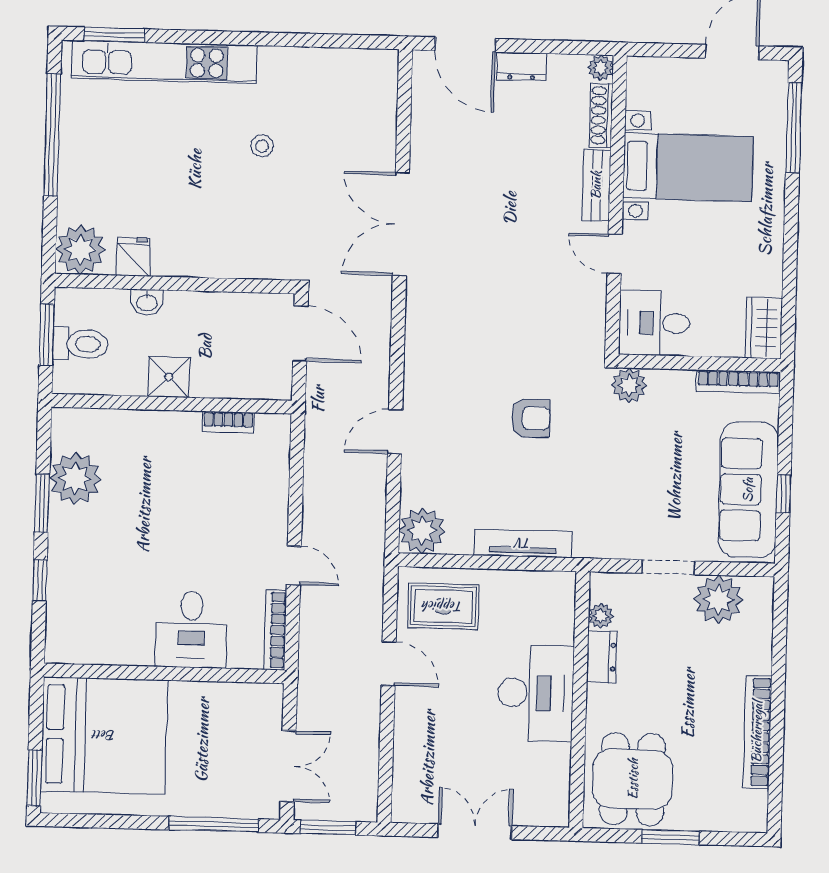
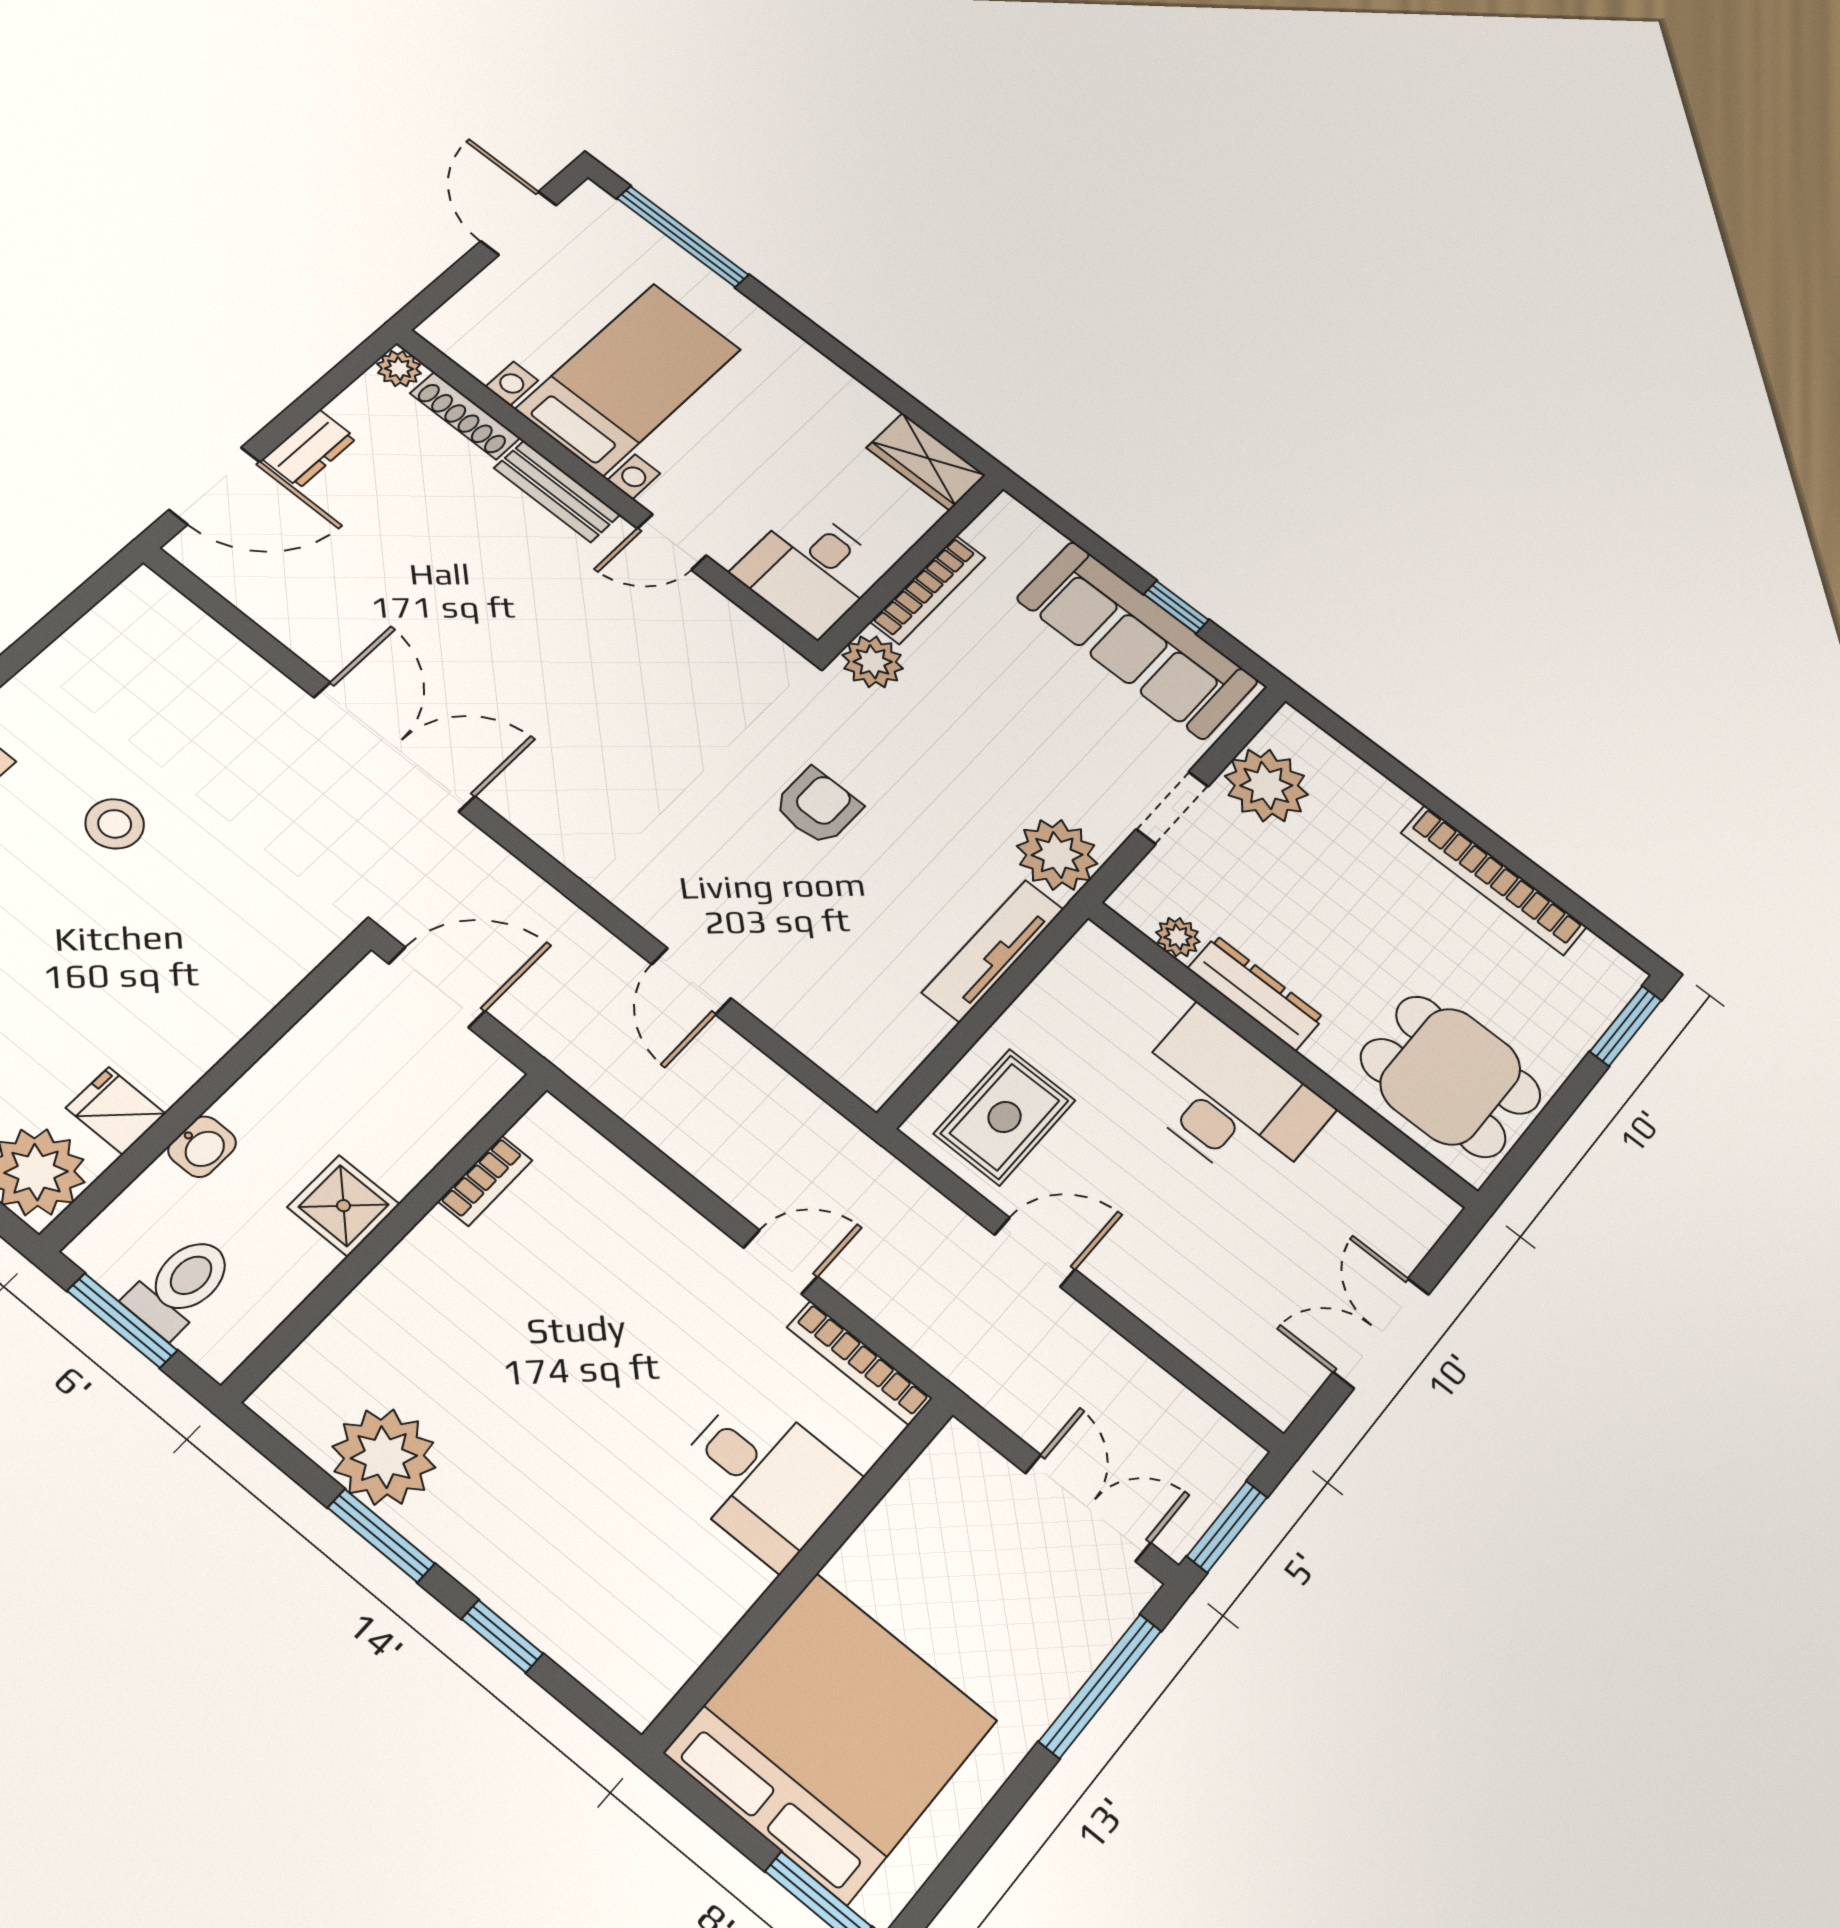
stool: (262, 146) -> (115, 824), width x1.37, depth x1.37
double door: (401, 224) -> (394, 747), swing flipped
bookcase: (738, 382) -> (928, 589), moved
plant: (422, 531) -> (1057, 855), moved
dresser: (602, 657) -> (1256, 993), width x1.44
window: (670, 837) -> (1626, 1026), moved

